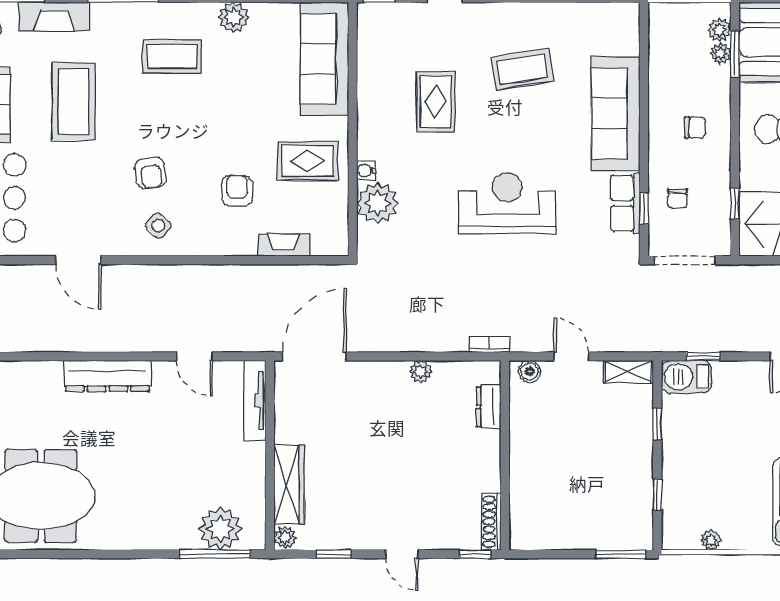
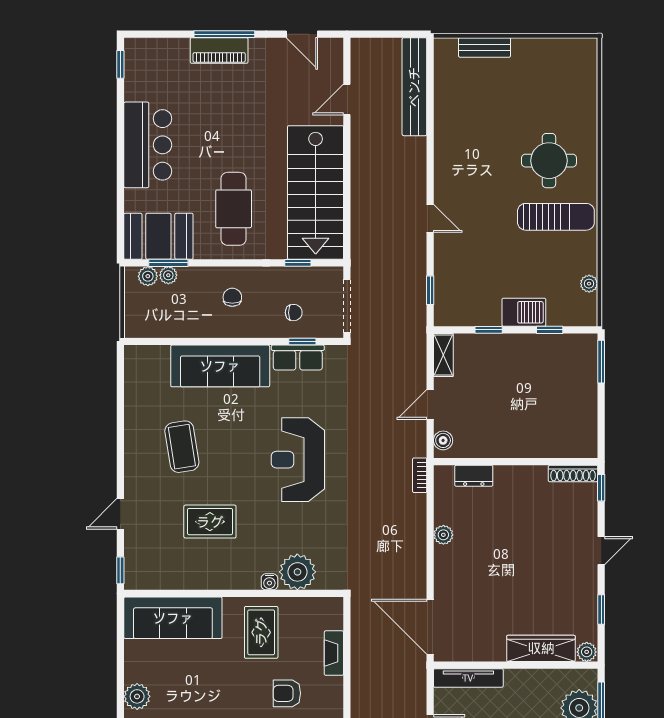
barbecue: (686, 377) -> (524, 312), moved, turned -90

